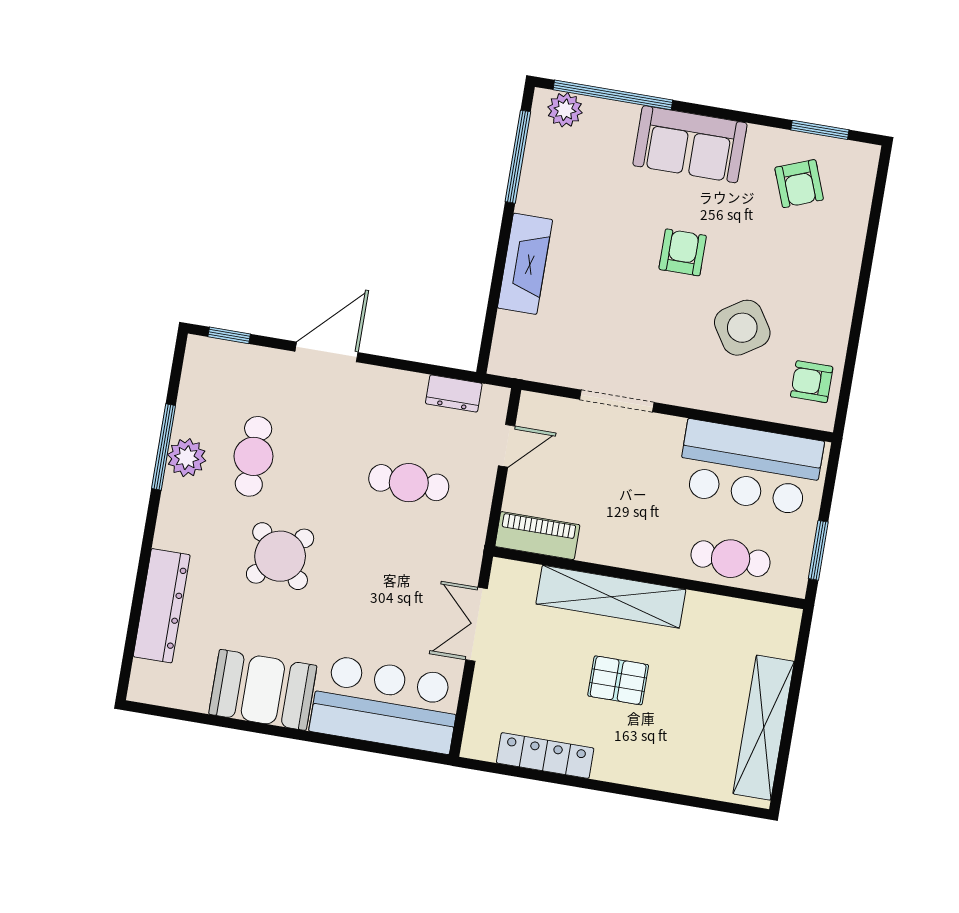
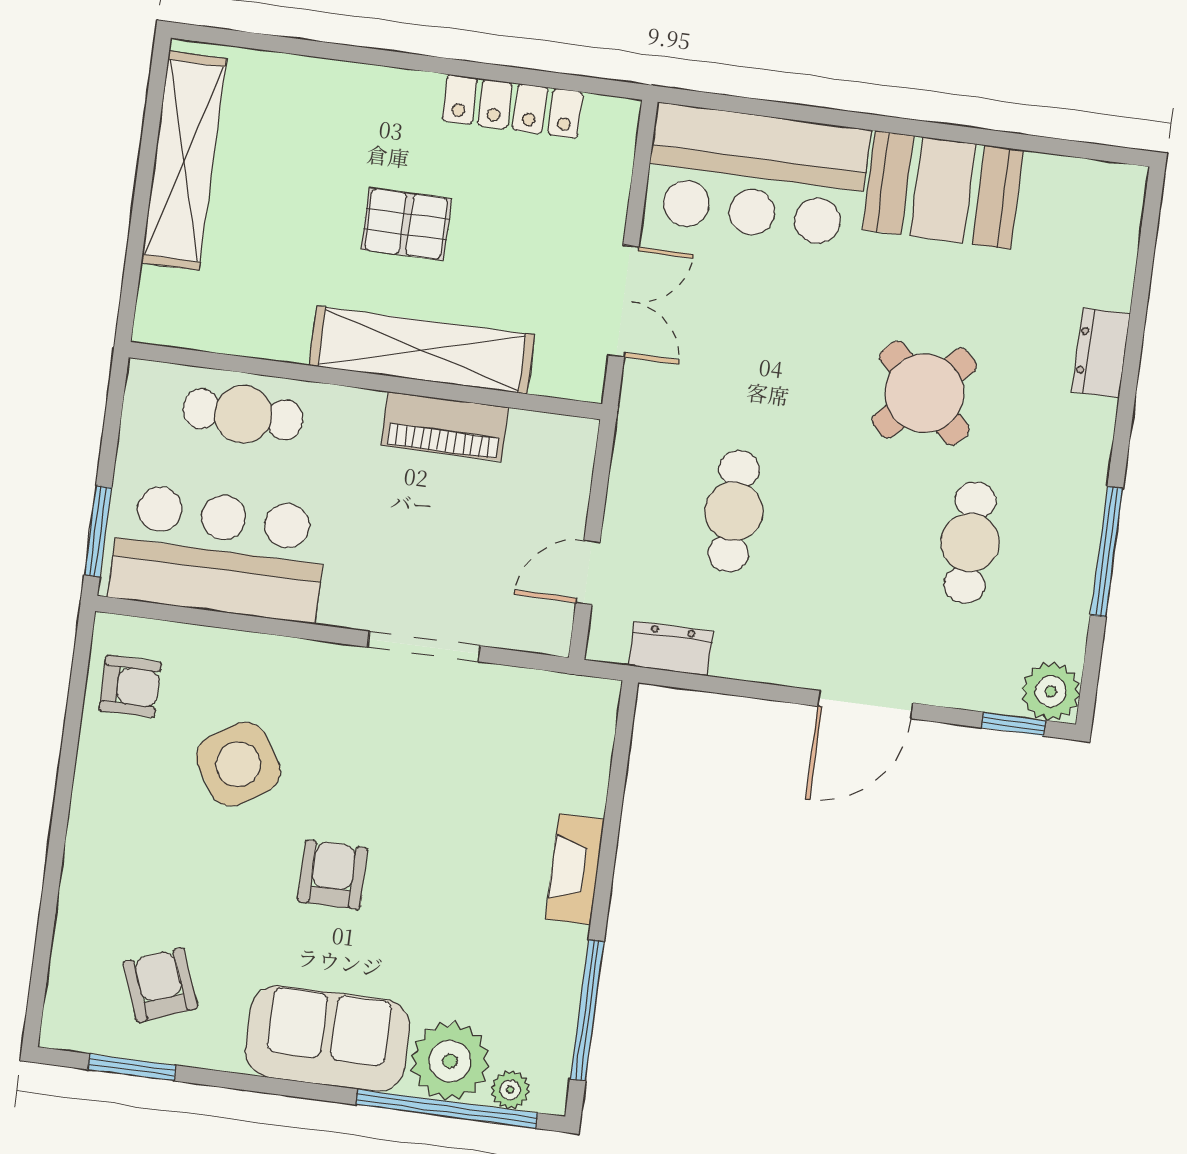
plant: (565, 110) -> (510, 1090), width x0.73, depth x0.73
plant: (610, 126) -> (450, 1061), added
armchair: (683, 252) -> (333, 875), turned 180
fireplace: (525, 264) -> (575, 869), width x0.73, depth x0.76
plant: (187, 458) -> (1051, 691), moved
cafe table: (409, 483) -> (734, 511), turned 90
piano: (537, 536) -> (445, 426), moved
window: (818, 550) -> (98, 531), moved
dresser: (162, 606) -> (1101, 353), width x0.51, depth x0.80

